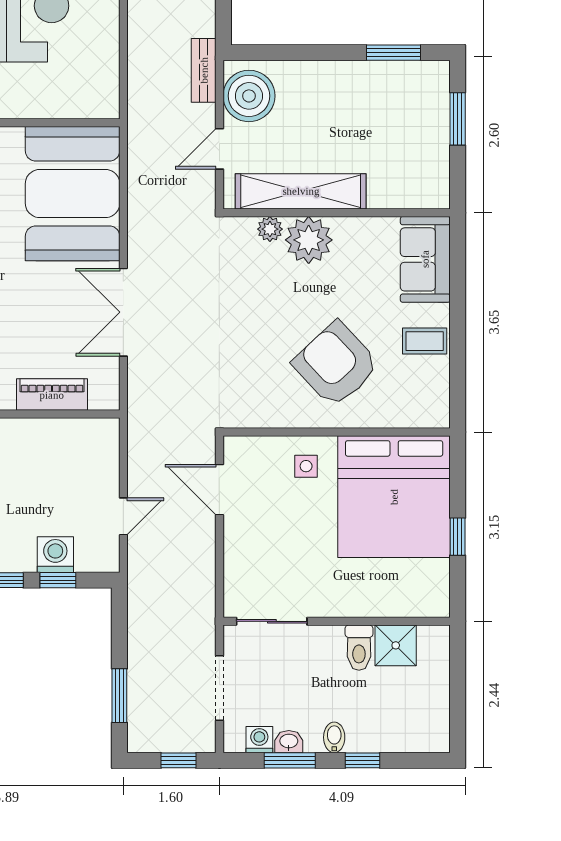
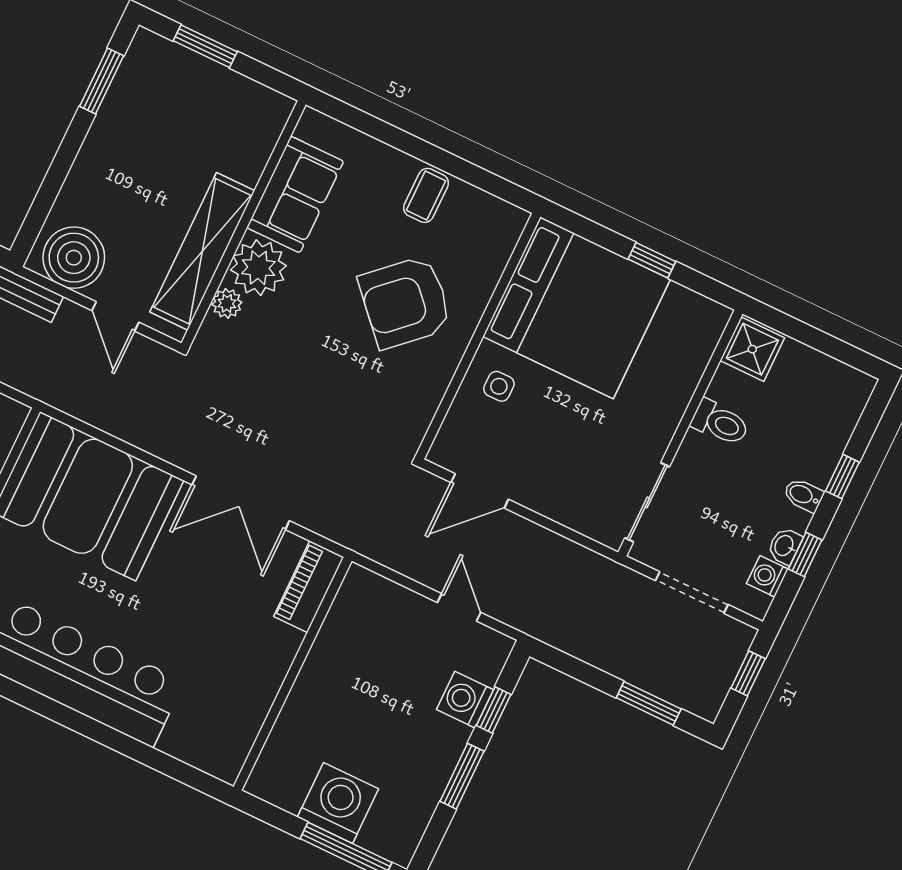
sofa: (425, 259) -> (295, 194), moved, turned -90
piano: (52, 395) -> (309, 587), moved
shower: (396, 645) -> (752, 349), moved
window: (290, 760) -> (805, 554), width x0.67

